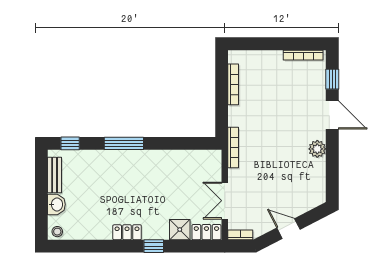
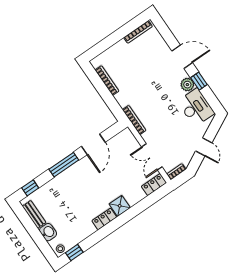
window: (332, 79) -> (199, 81), moved
door: (171, 143) -> (93, 144), added
desk: (310, 180) -> (196, 107), added
door: (288, 229) -> (204, 147), swing flipped
shower: (180, 230) -> (120, 206), moved
window: (154, 246) -> (74, 253), moved

